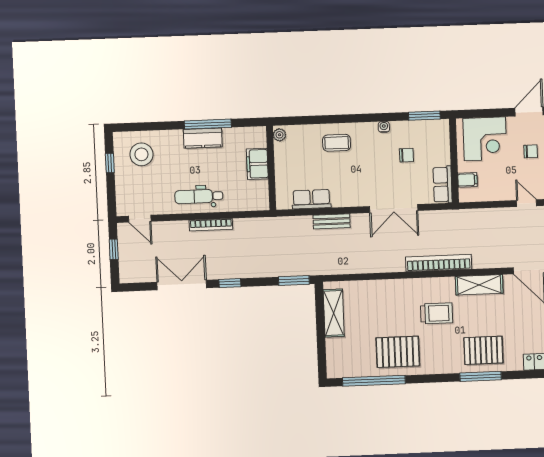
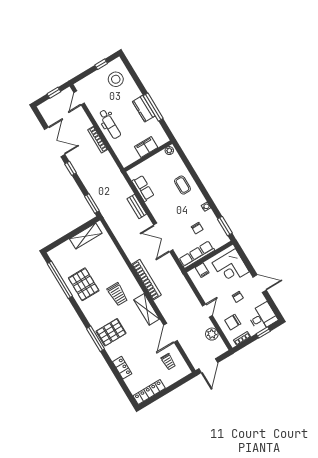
row of seats: (443, 185) -> (197, 255), width x1.48
dental chair: (199, 196) -> (110, 124), turned 180
pallet: (483, 350) -> (111, 332), turned 90

